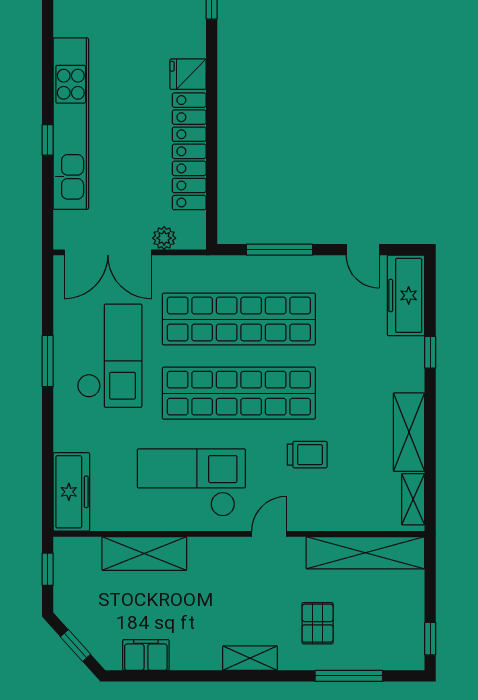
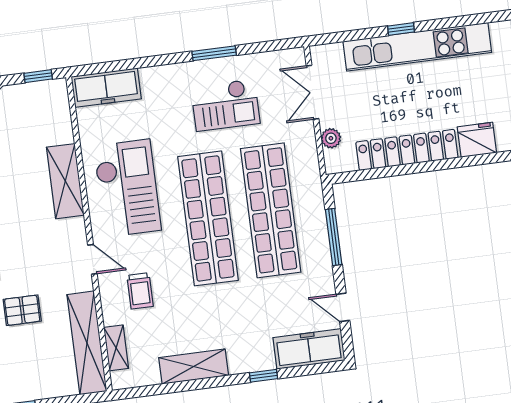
fridge: (188, 74) -> (477, 140), width x1.38
door: (363, 250) -> (343, 307), hinge flipped
double door: (108, 252) -> (313, 92), width x0.73
checkout: (110, 356) -> (225, 105), width x0.73, depth x0.83
trolley: (307, 455) -> (140, 291), moved
shelving: (413, 499) -> (116, 348), moved, turned 90
shelving: (144, 554) -> (65, 181), moved

